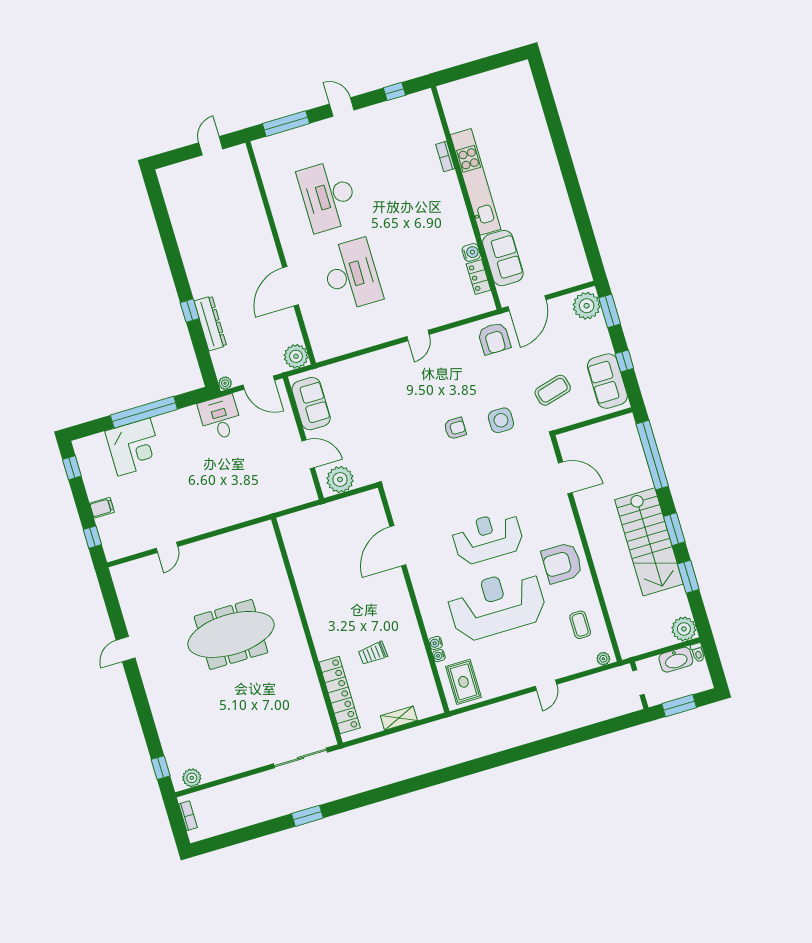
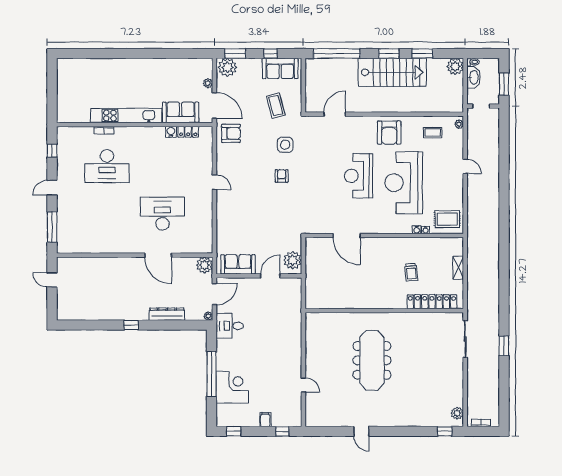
desk: (328, 196) -> (107, 166), moved
plant: (556, 285) -> (208, 83), added
window: (190, 311) -> (131, 325), moved

